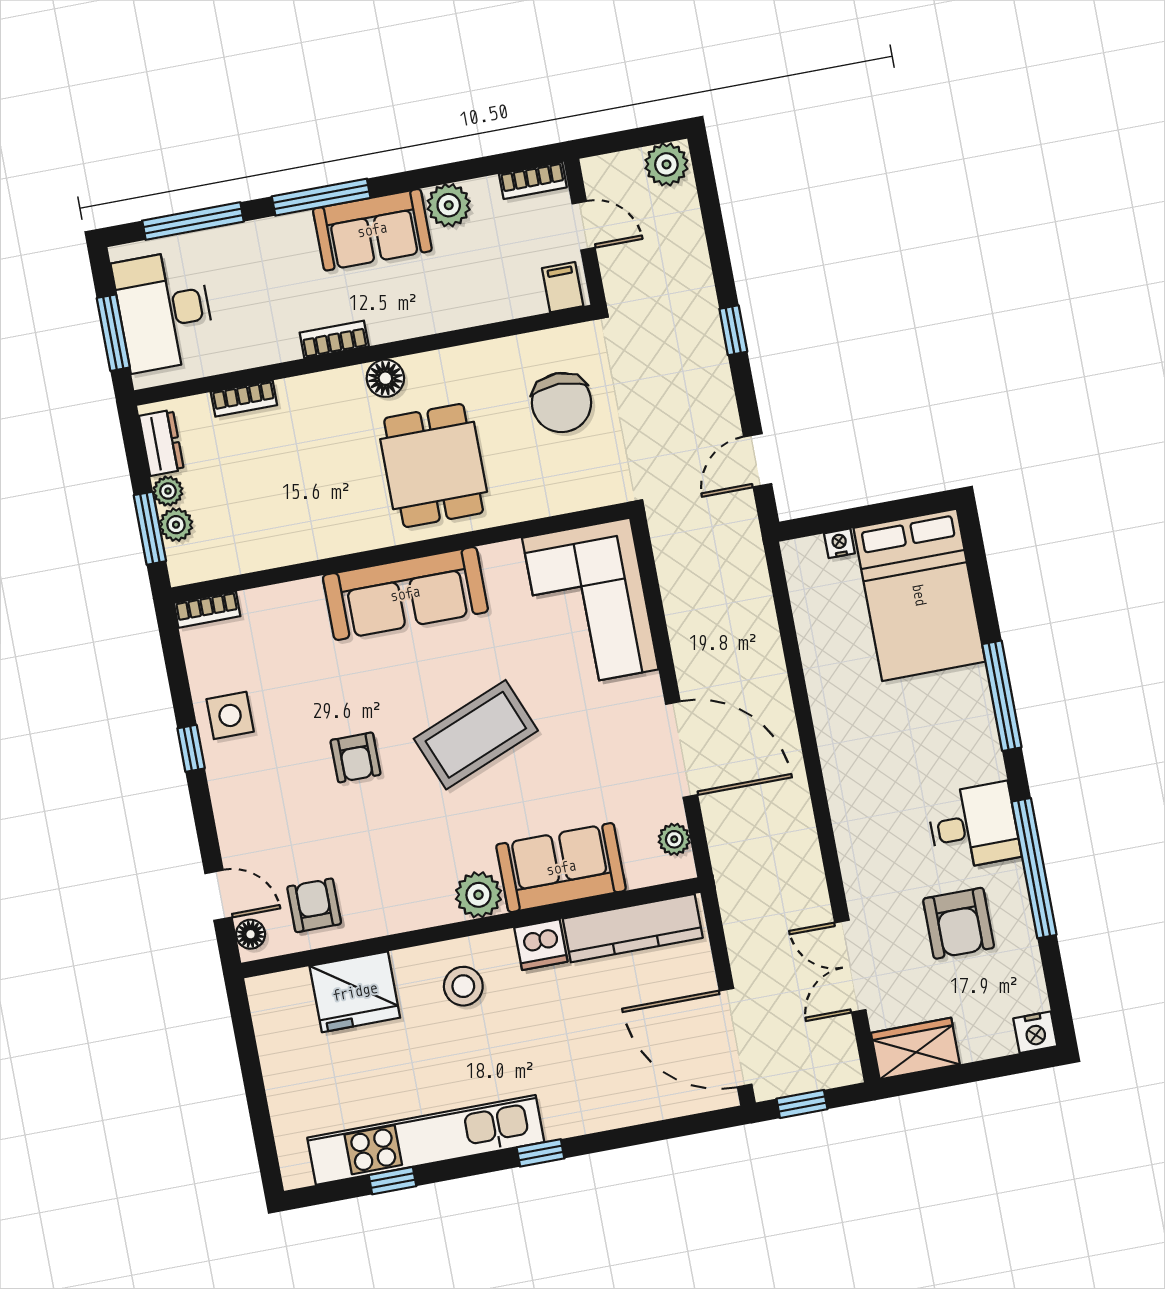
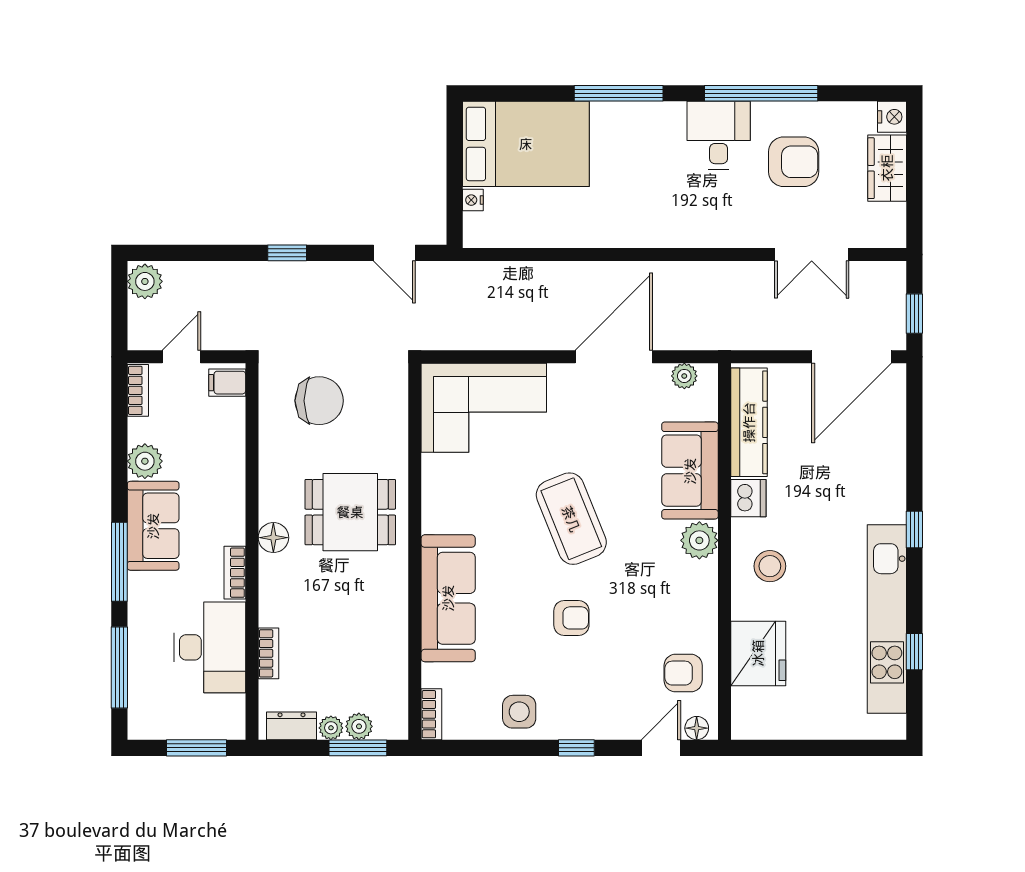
desk: (164, 311) -> (210, 647), moved, turned -90
sofa: (405, 594) -> (448, 598), moved
window: (191, 748) -> (576, 748), moved
wardrobe: (915, 1049) -> (887, 168), moved

